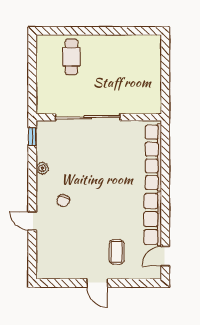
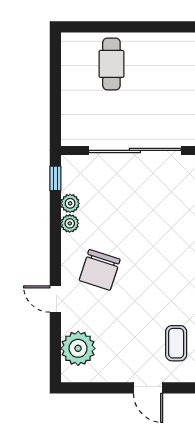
plant: (43, 154) -> (70, 203), added
chair: (63, 201) -> (100, 270), width x1.87, depth x1.87
plant: (48, 255) -> (78, 348), added

